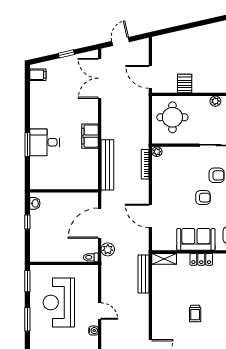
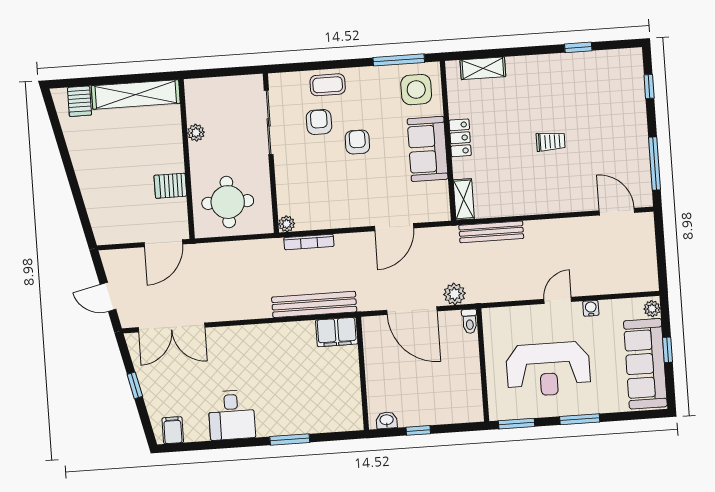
filing cabinet: (90, 136) -> (337, 332), moved
desk: (45, 142) -> (232, 415), moved

